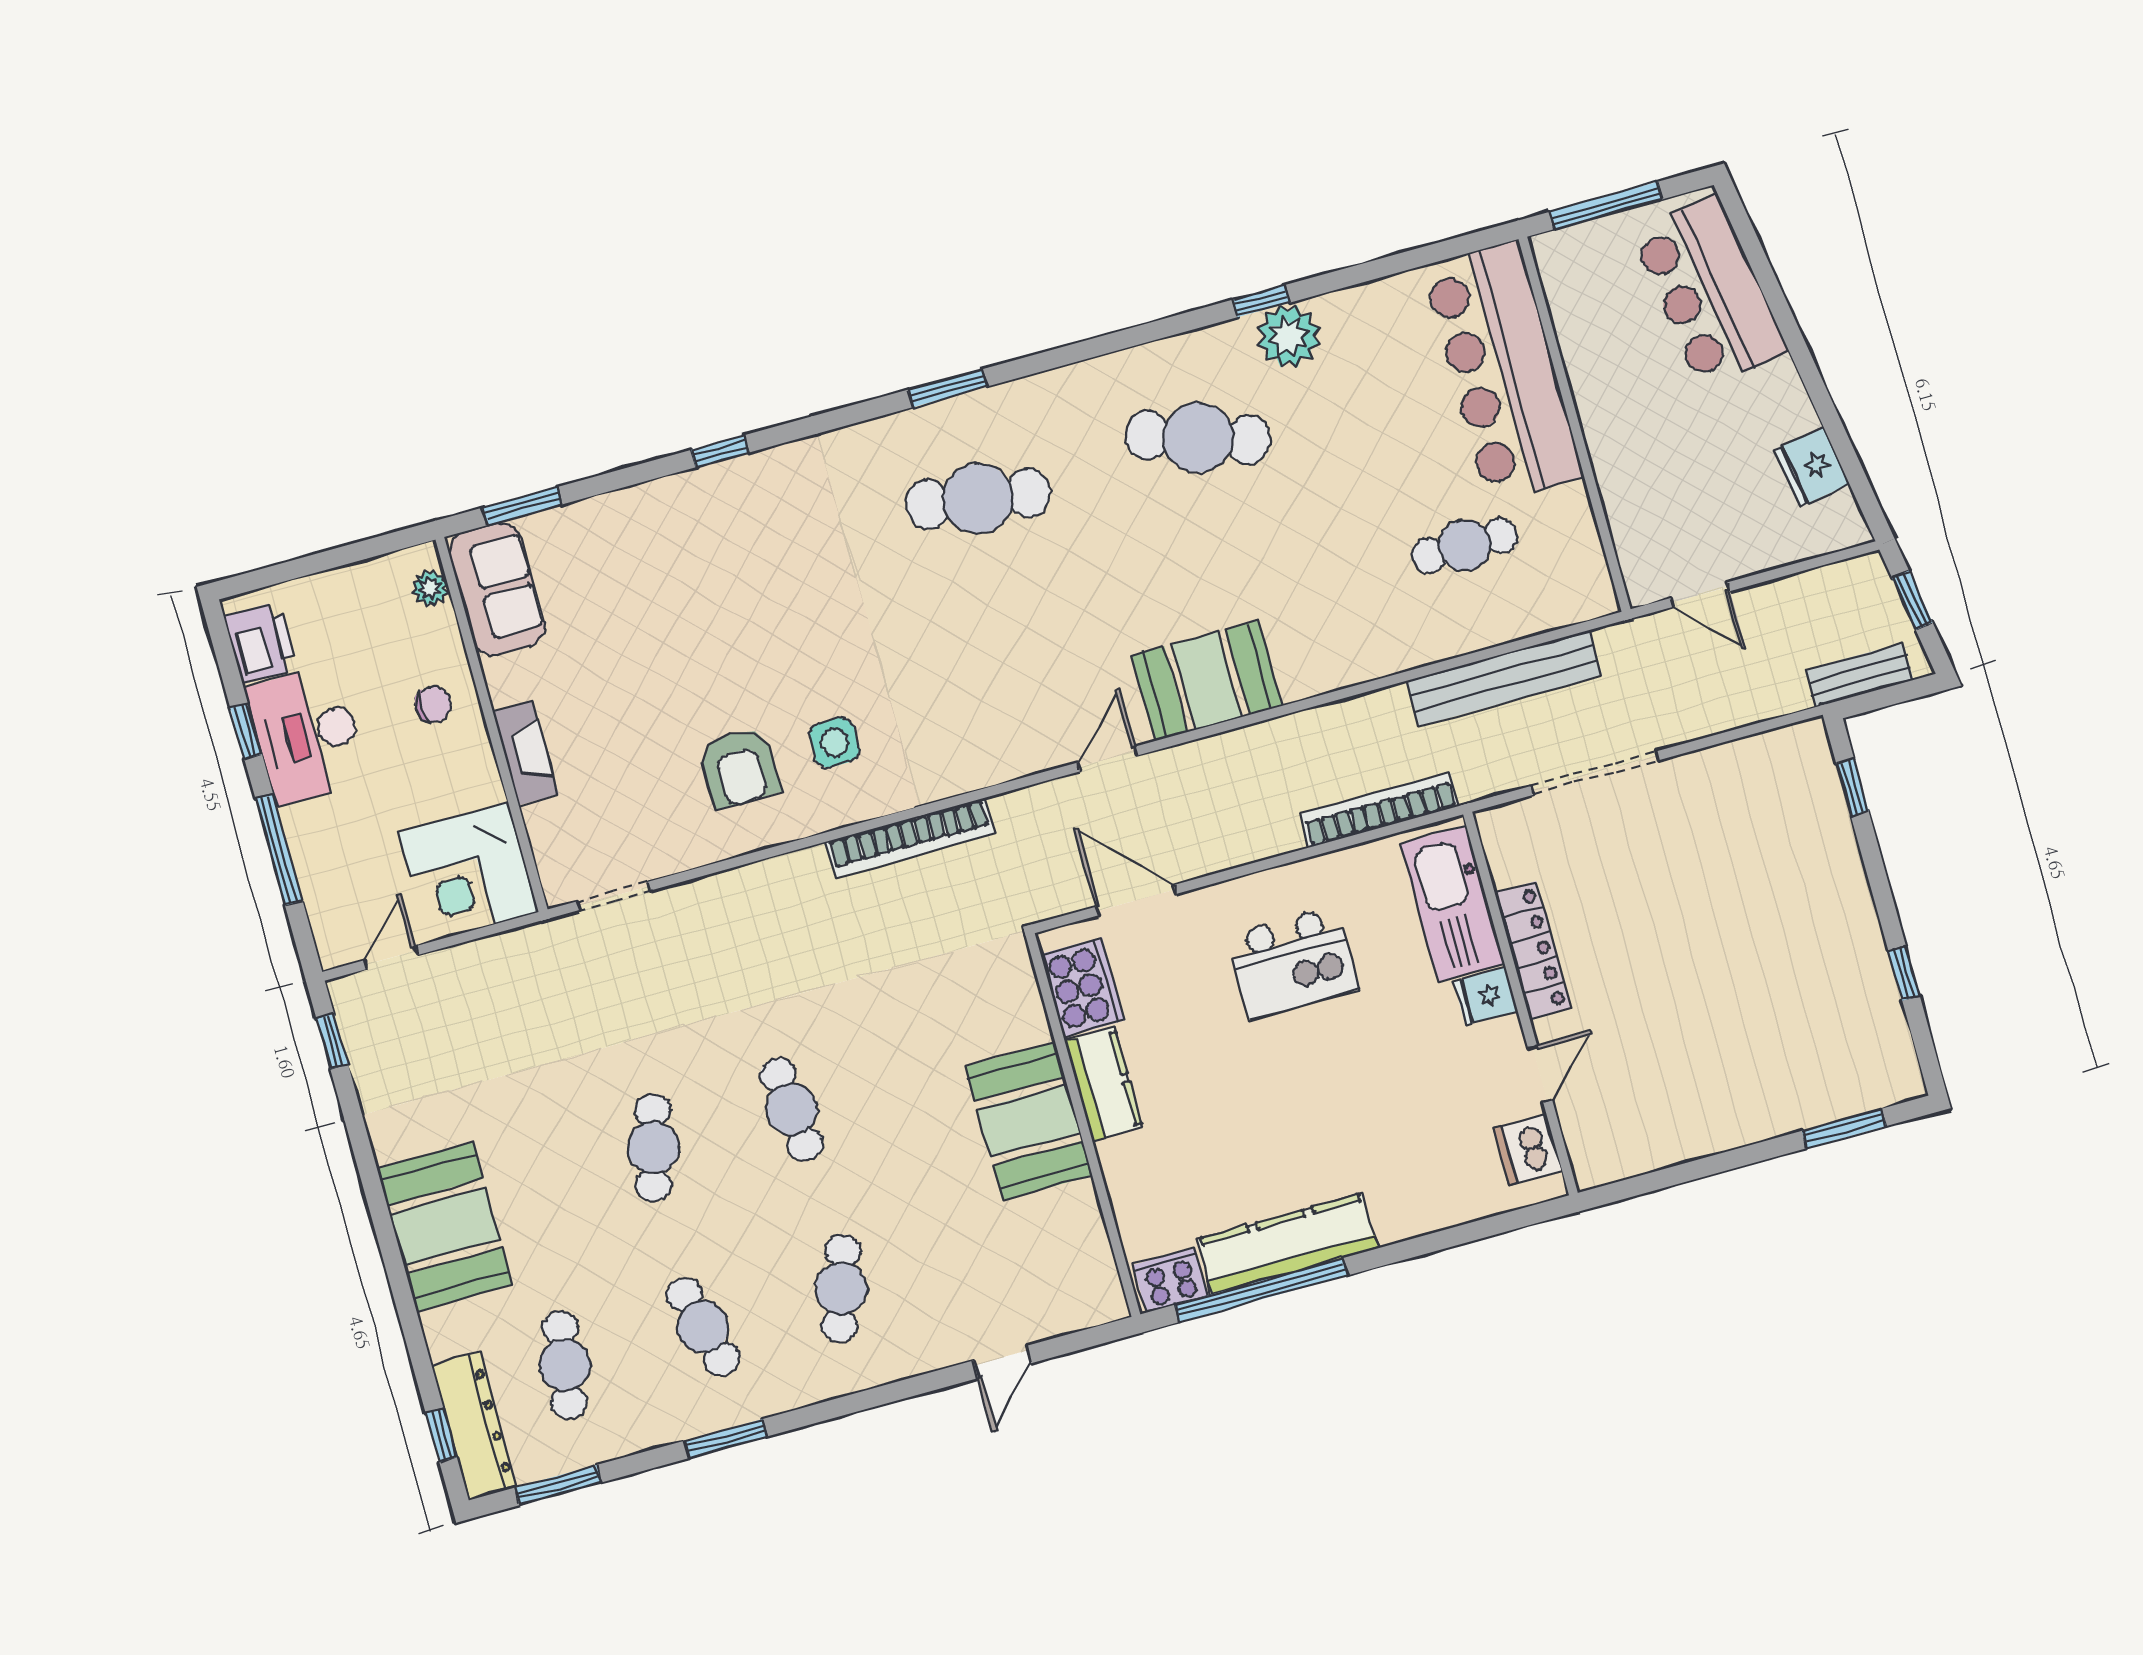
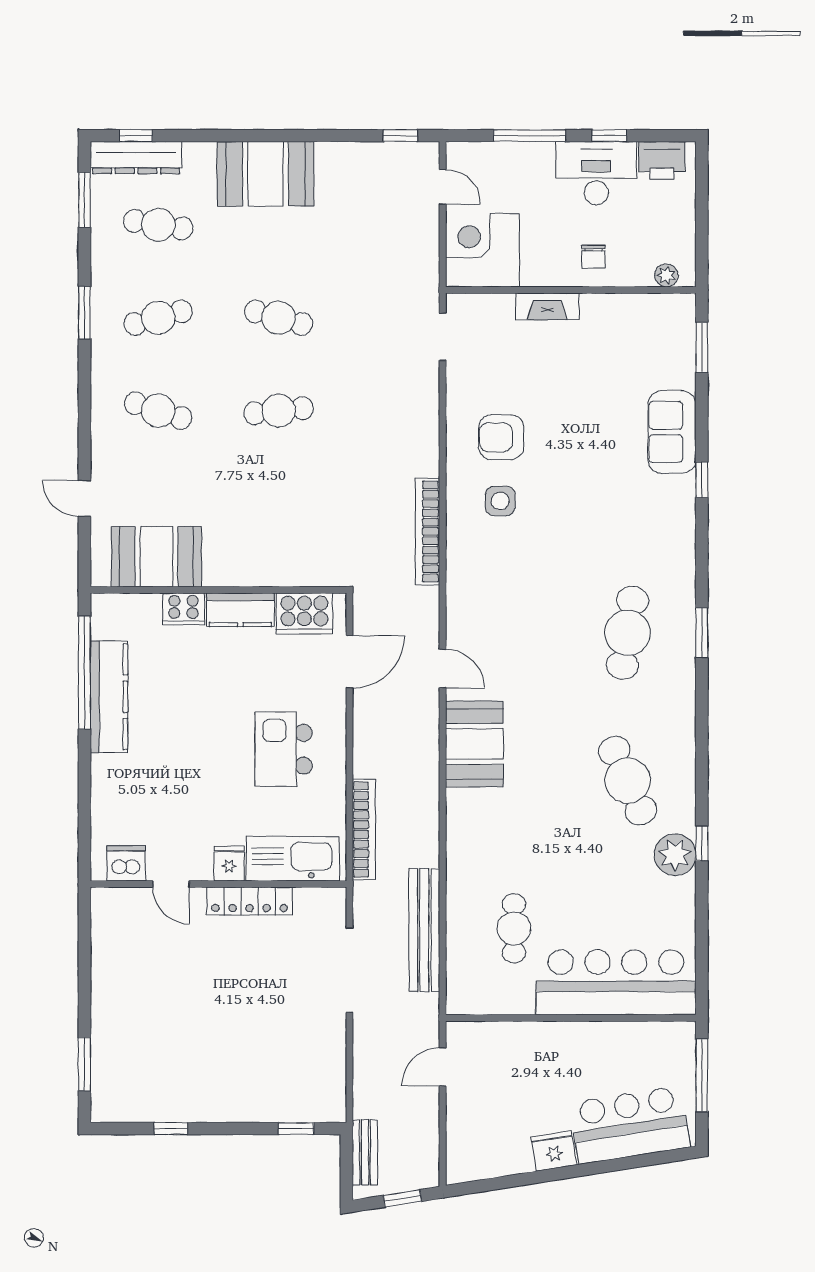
cafe table: (1198, 438) -> (628, 781), turned -42
fridge: (1812, 467) -> (554, 1151), moved
sofa: (497, 589) -> (672, 432), moved, turned 90
booth: (1029, 1121) -> (156, 557), moved
cooker: (1171, 1280) -> (183, 609), moved, turned 90

